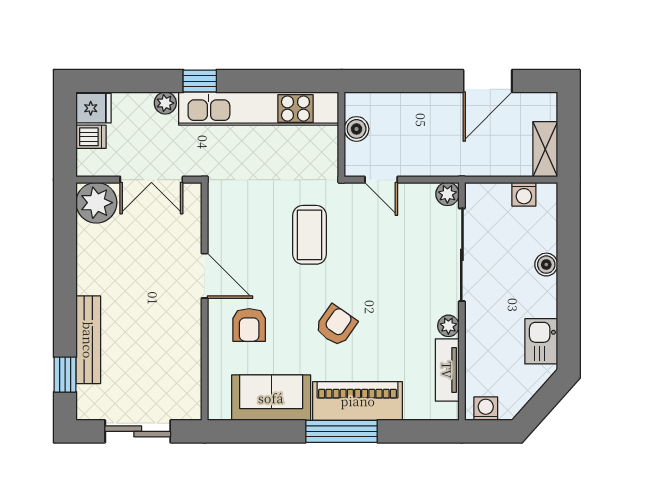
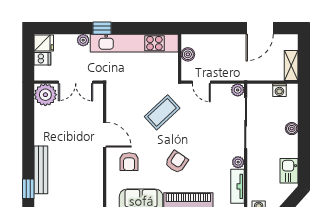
coffee table: (309, 235) -> (162, 112), turned 47

